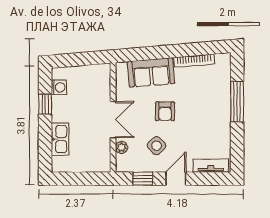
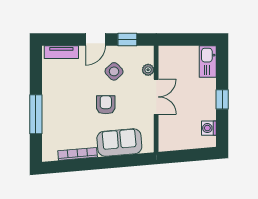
window: (45, 104) -> (222, 99), moved
double door: (113, 120) -> (156, 97), swing flipped
kitchen sink: (60, 139) -> (208, 61), moved

